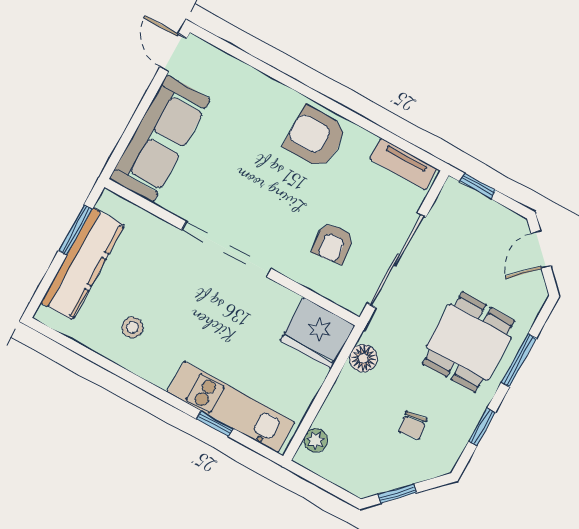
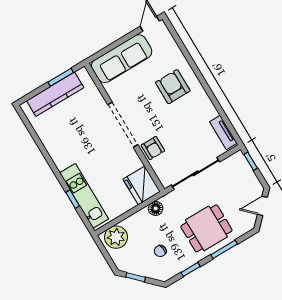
armchair: (315, 137) -> (173, 87), moved
armchair: (333, 243) -> (153, 148), moved, turned -83
stool: (132, 327) -> (61, 135), removed
plant: (316, 440) -> (116, 237), width x1.88, depth x1.88

